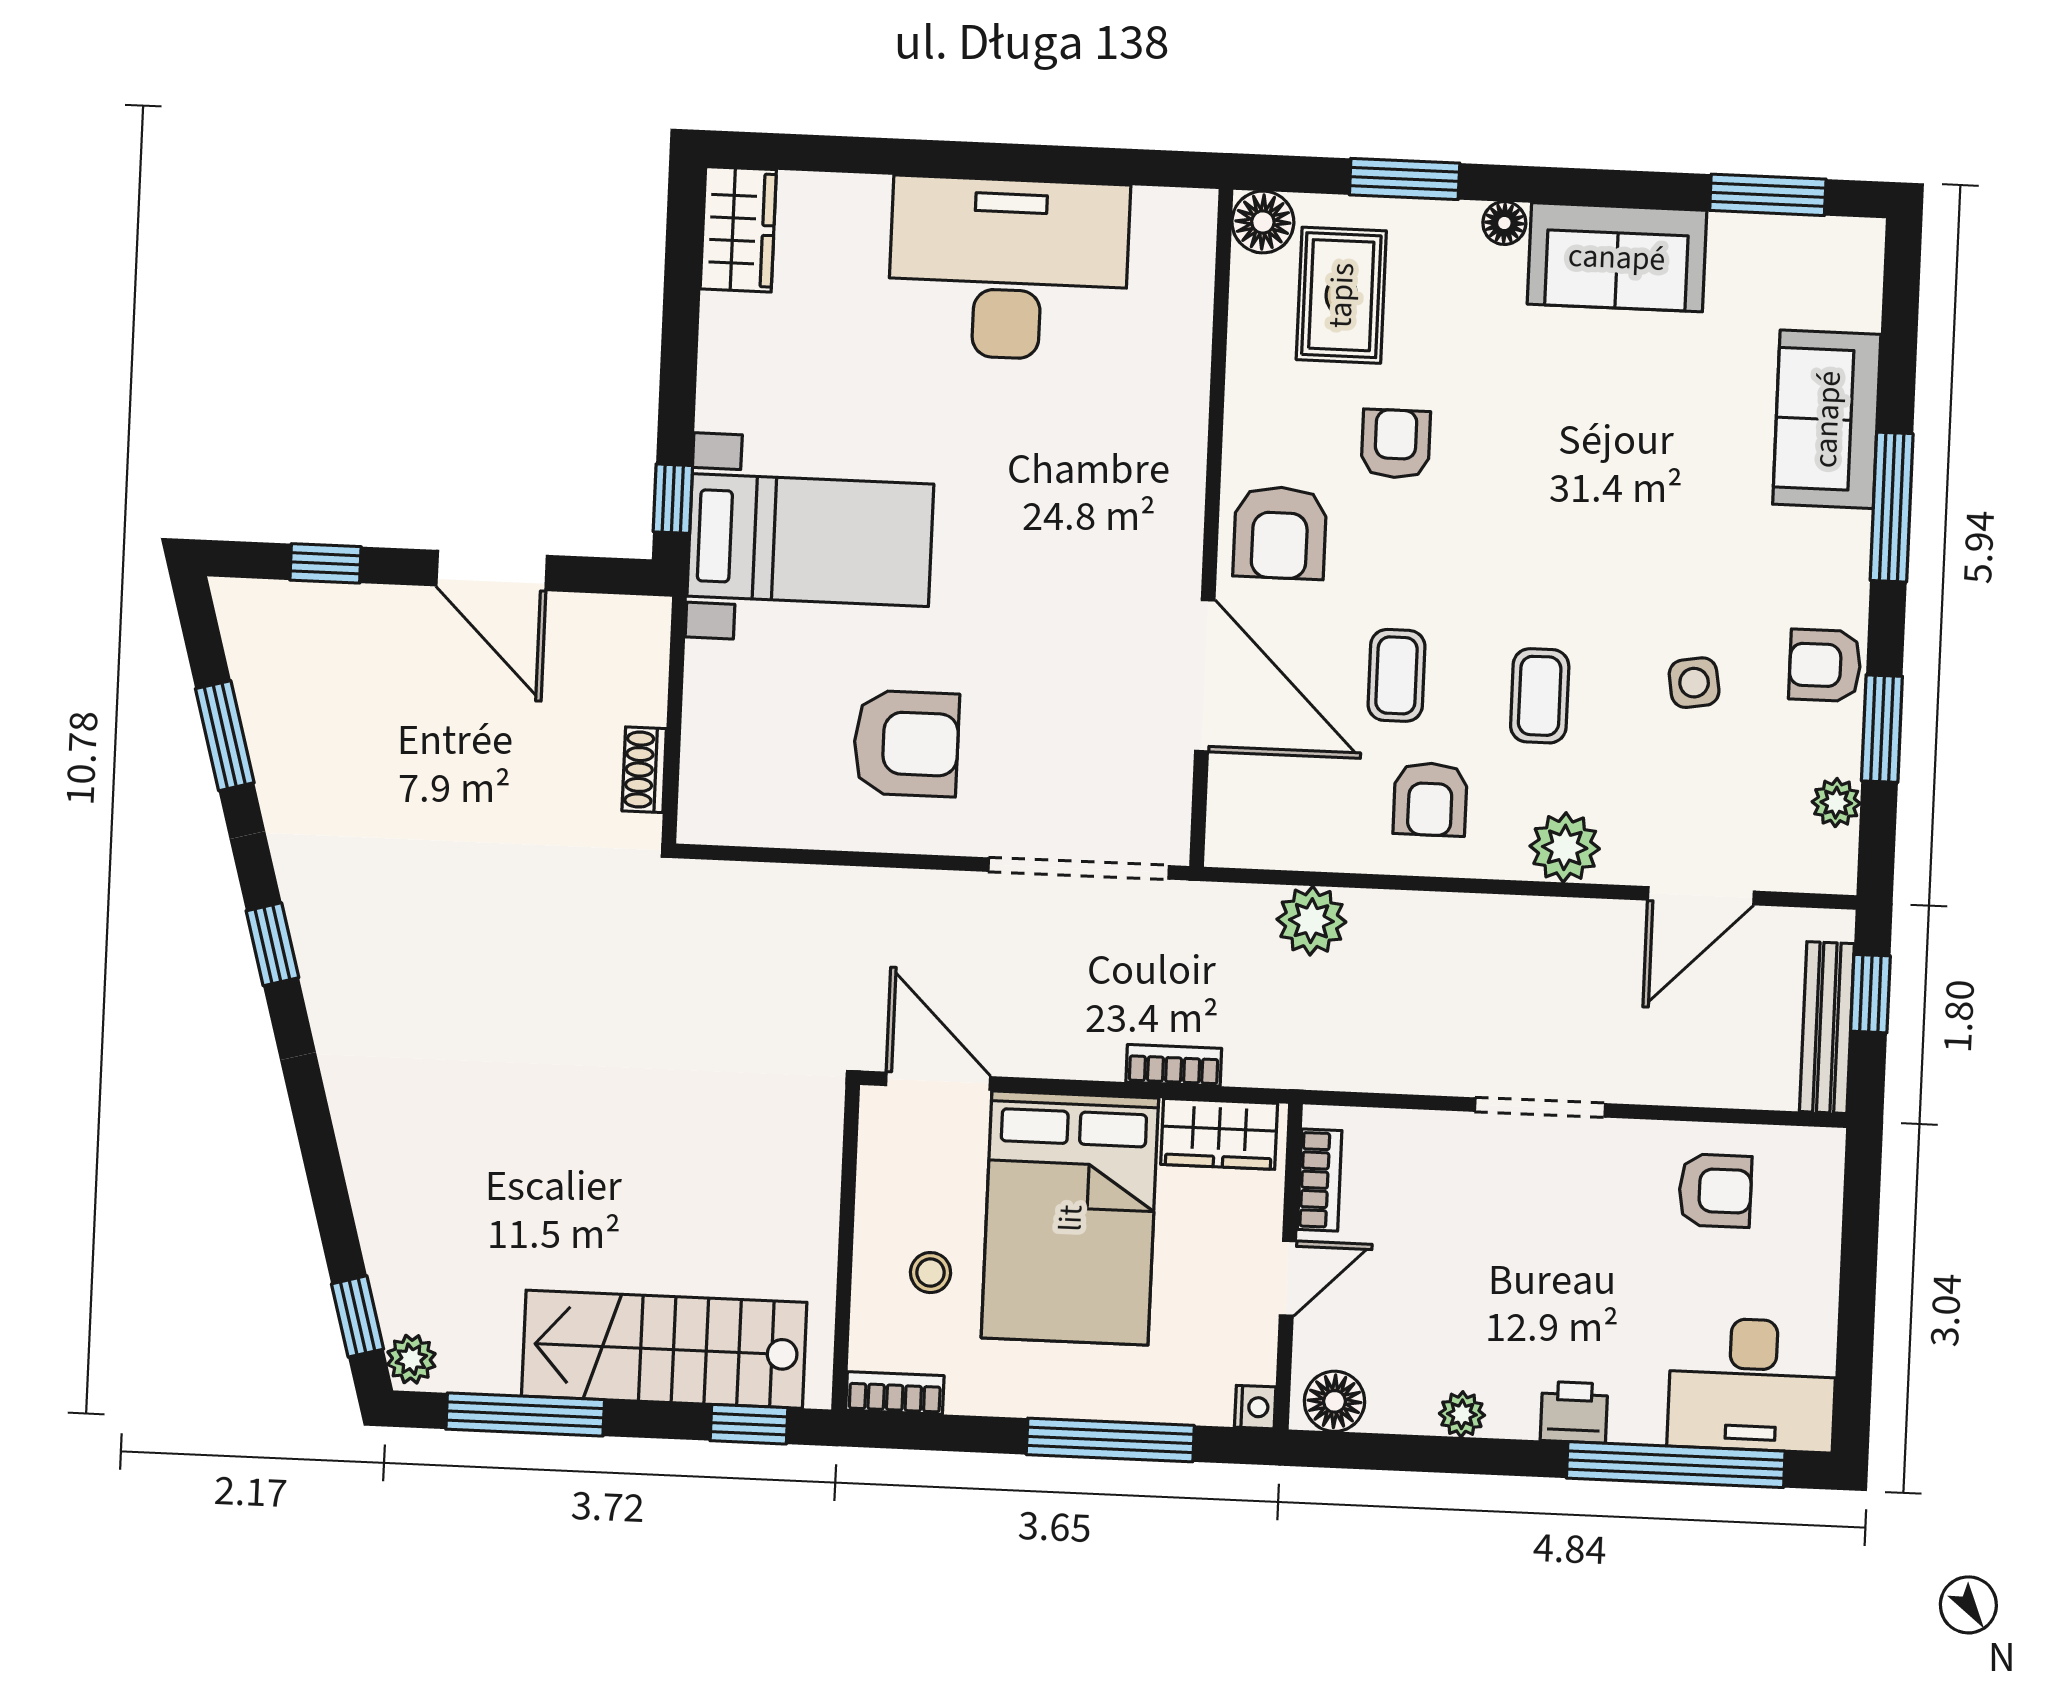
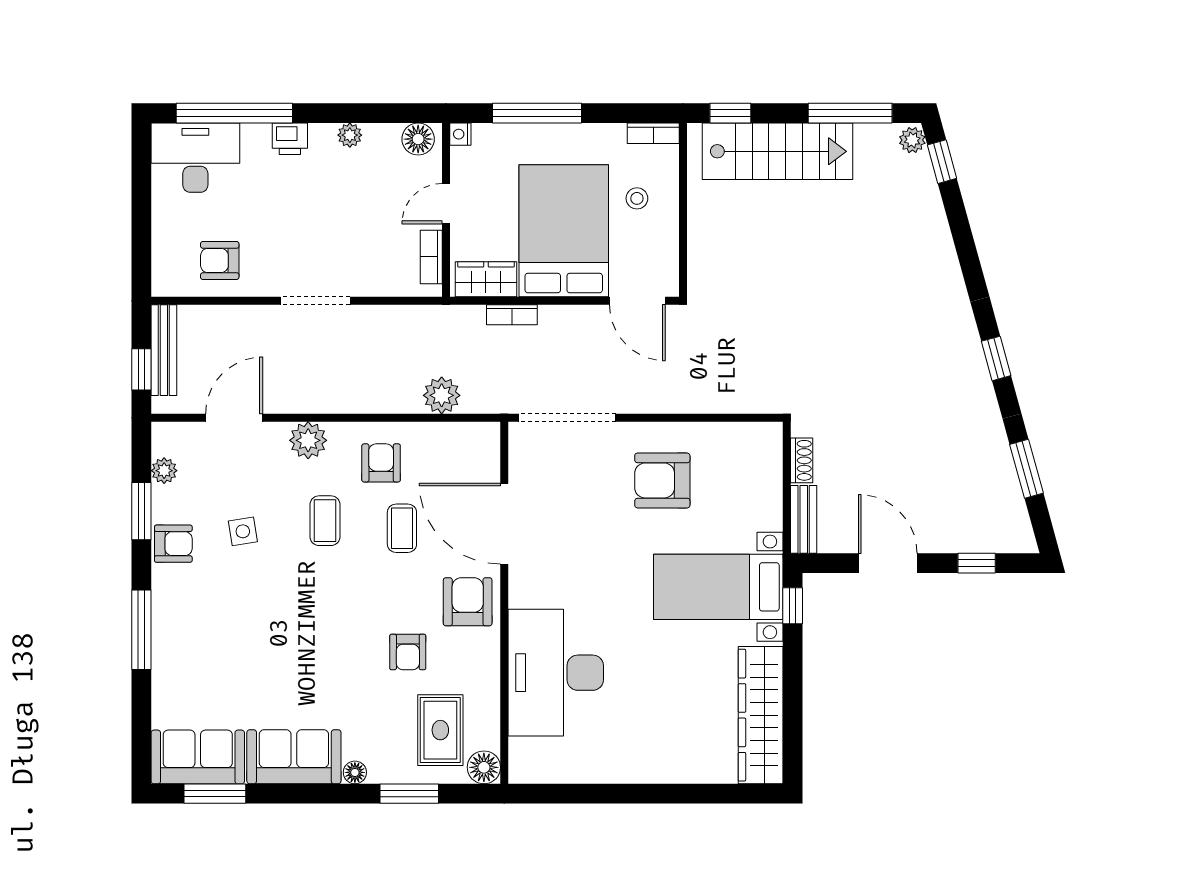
wardrobe: (738, 229) -> (761, 715), width x2.10, depth x1.17
desk: (1008, 269) -> (556, 673), moved, turned 90
sofa: (1827, 419) -> (198, 757), moved, turned -90
bench: (645, 659) -> (804, 519), added

